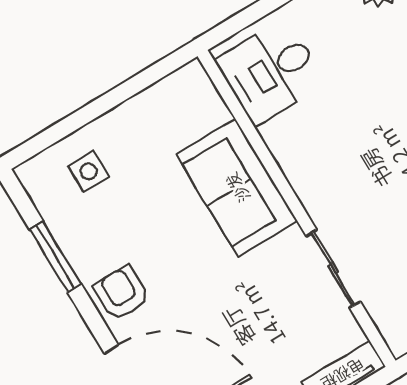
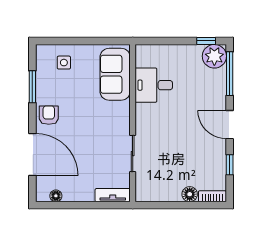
desk: (271, 72) -> (154, 85), moved
sofa: (237, 188) -> (115, 74), moved

